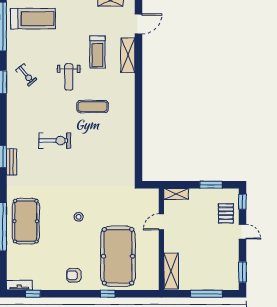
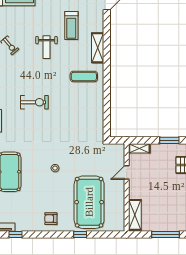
shelving: (128, 55) -> (98, 48), moved
exercise mat: (93, 107) -> (84, 76), moved

